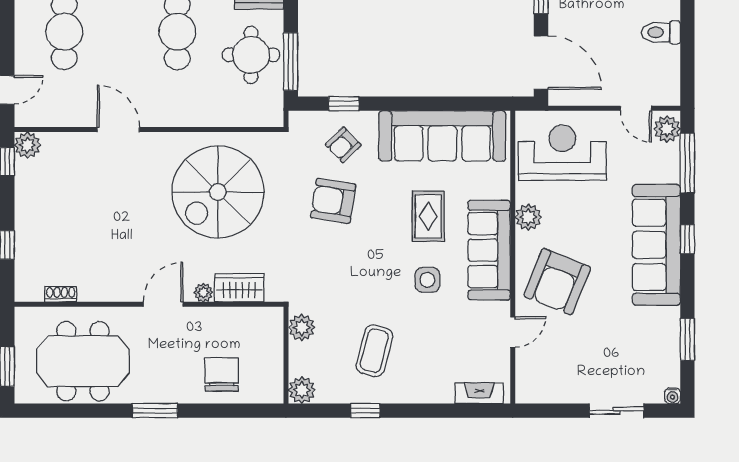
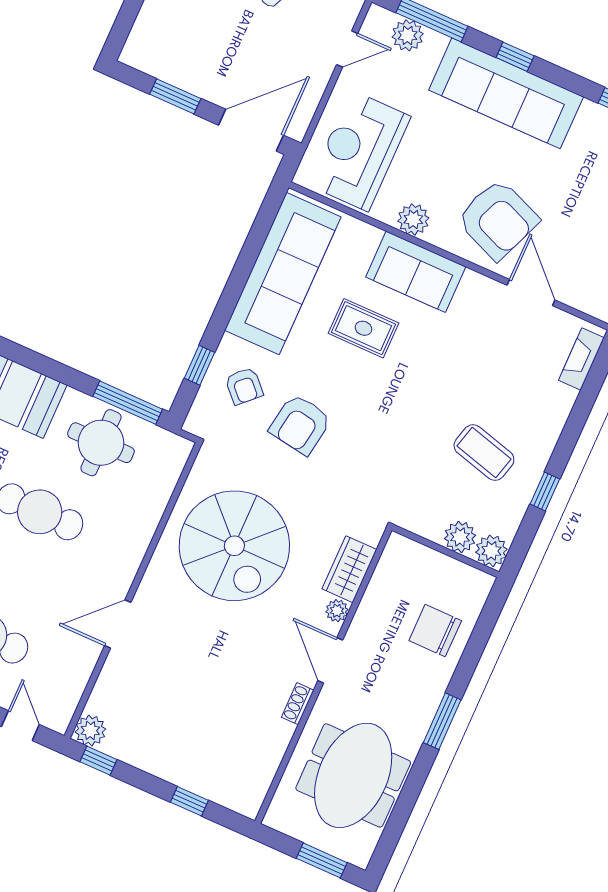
plant: (667, 129) -> (408, 35), moved
sofa: (489, 250) -> (416, 272), width x0.73
side table: (427, 280) -> (432, 360), removed
shoe rack: (61, 294) -> (298, 704), moved
plant: (302, 327) -> (460, 537), moved
door: (513, 332) -> (531, 293), width x1.37

